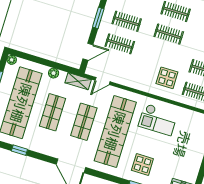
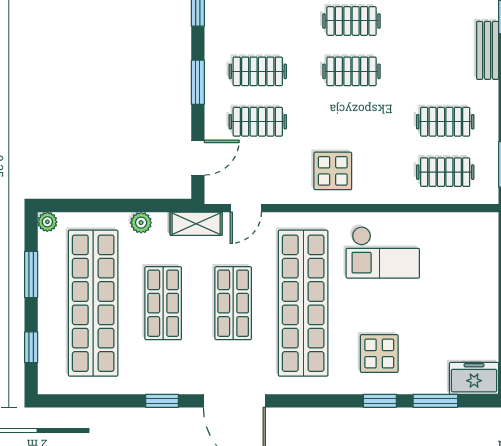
display table: (167, 78) -> (333, 171), moved
window: (19, 150) -> (162, 401), moved

